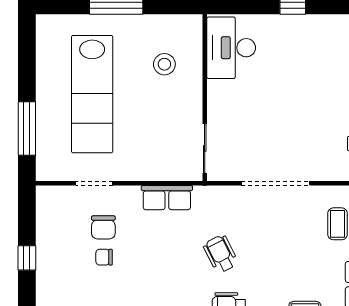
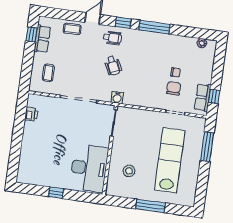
desk: (231, 48) -> (89, 168), width x1.36, depth x1.30
water cooler: (205, 196) -> (117, 98), added
row of seats: (167, 198) -> (203, 97), moved, turned -90
window: (27, 258) -> (214, 96), moved

